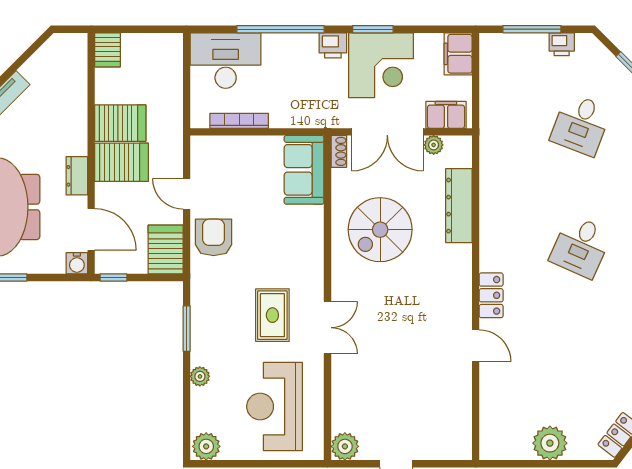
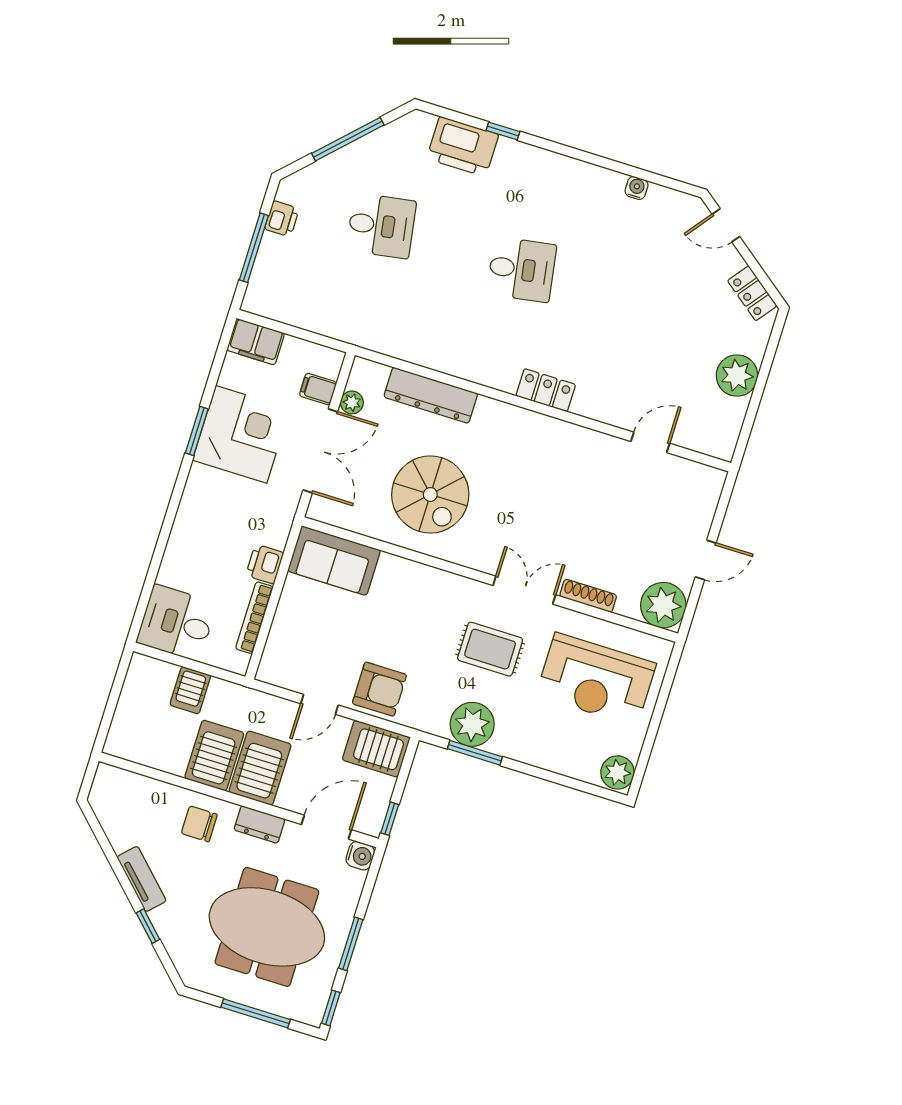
window: (281, 29) -> (164, 537), removed
printer: (333, 45) -> (265, 564), moved, turned 180
server rack: (108, 50) -> (190, 690), moved, turned 90
desk: (226, 61) -> (177, 623), width x0.73
filing cabinet: (446, 115) -> (318, 389), width x0.50
desk: (581, 125) -> (381, 226), turned -30
chair: (62, 128) -> (199, 824), added
shoe rack: (339, 151) -> (588, 596), moved, width x1.43
armchair: (214, 237) -> (379, 689), turned 180
desk: (581, 246) -> (522, 270), turned -33
door: (476, 346) -> (650, 442), moved
plant: (200, 376) -> (472, 724), moved, width x1.88, depth x1.88
plant: (345, 446) -> (663, 605), width x1.36, depth x1.36

